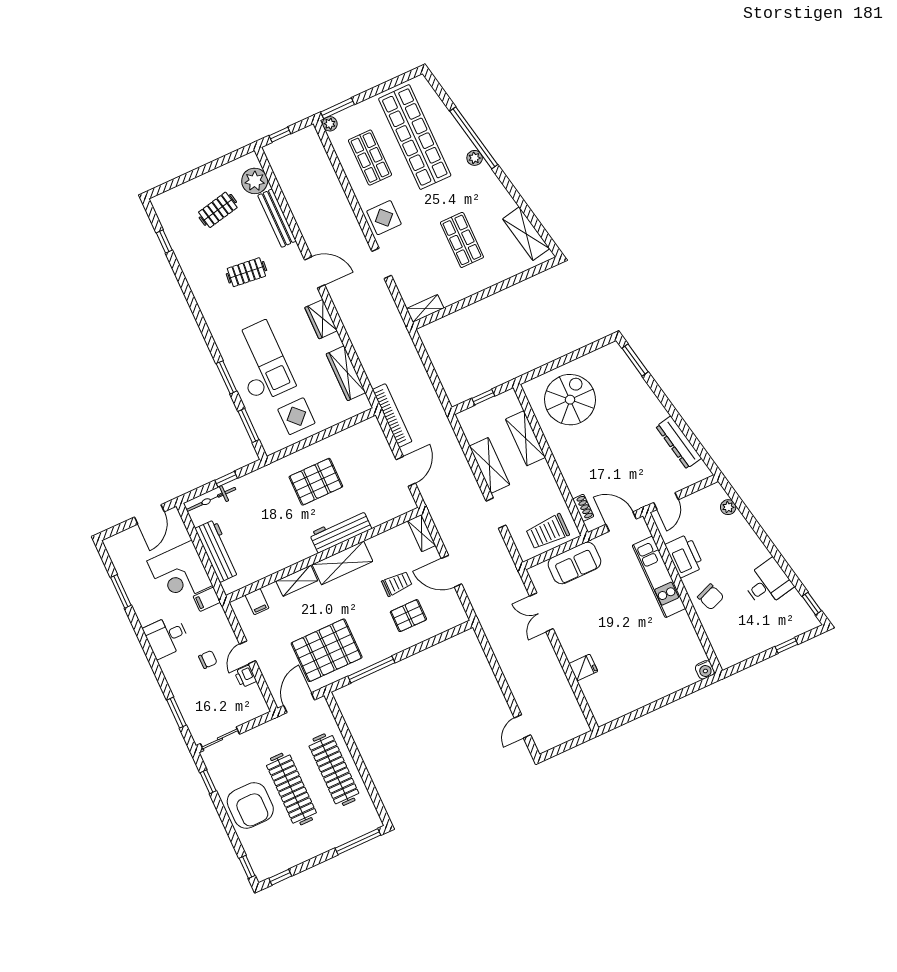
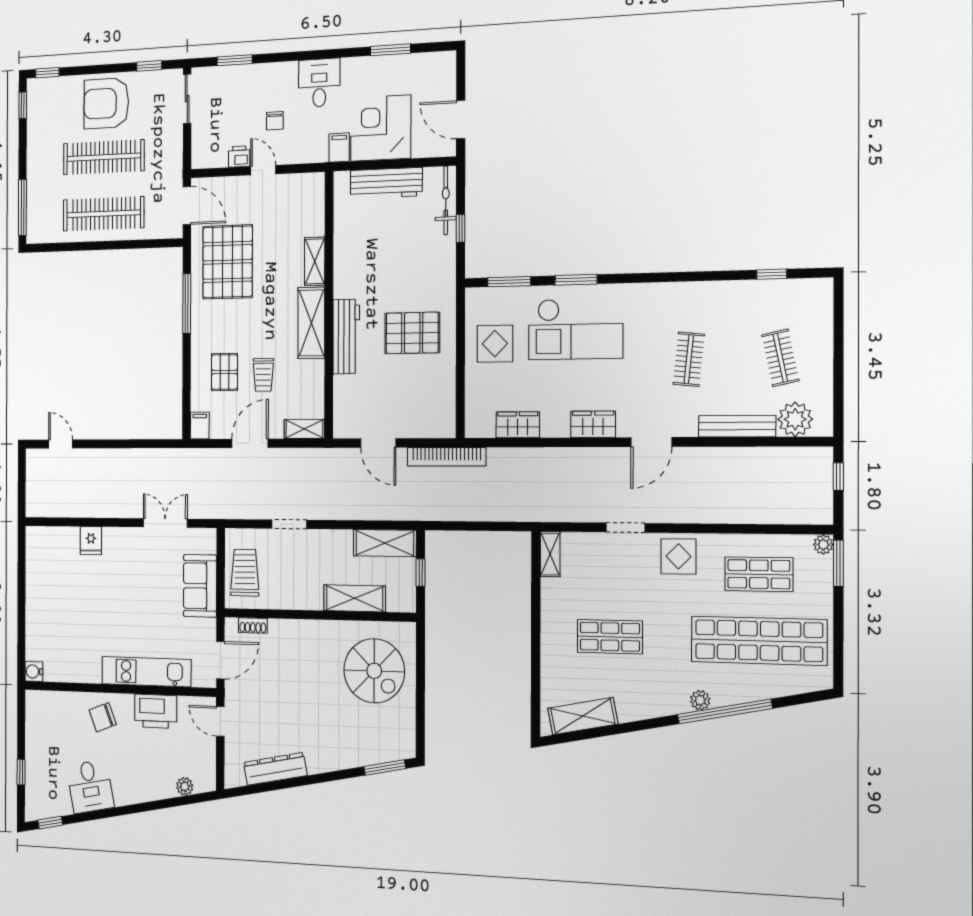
wardrobe: (346, 373) -> (518, 425), width x0.67
shelving: (490, 465) -> (385, 543), moved
pallet: (316, 482) -> (412, 333), turned 90
filing cabinet: (257, 602) -> (200, 426), moved, turned 90

